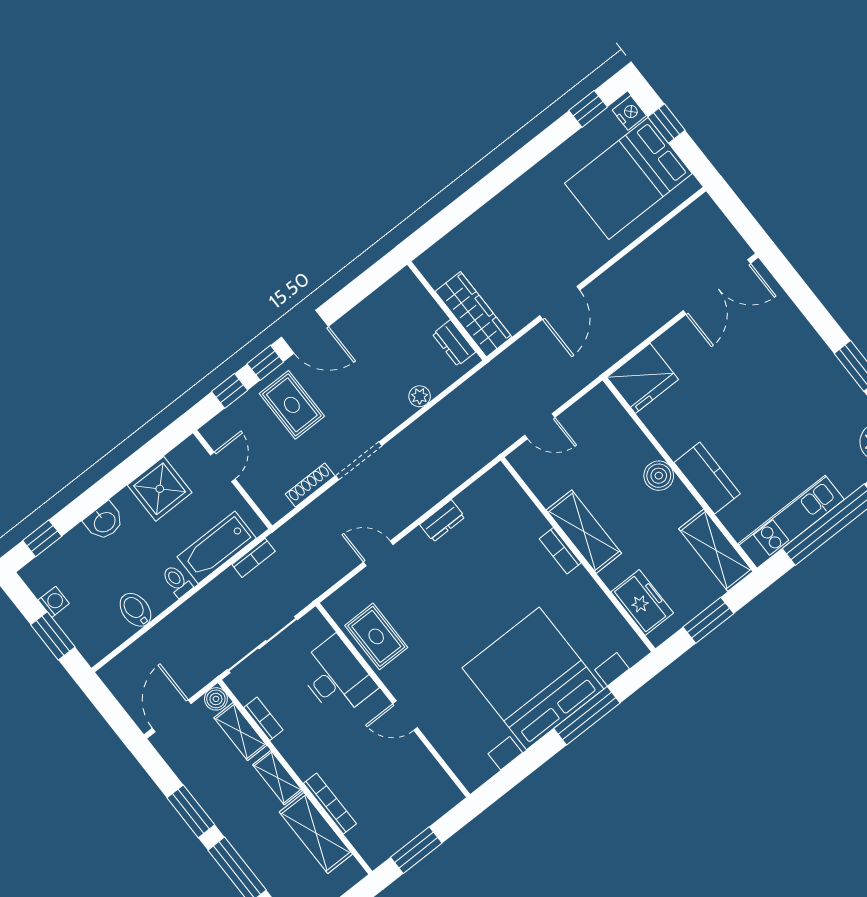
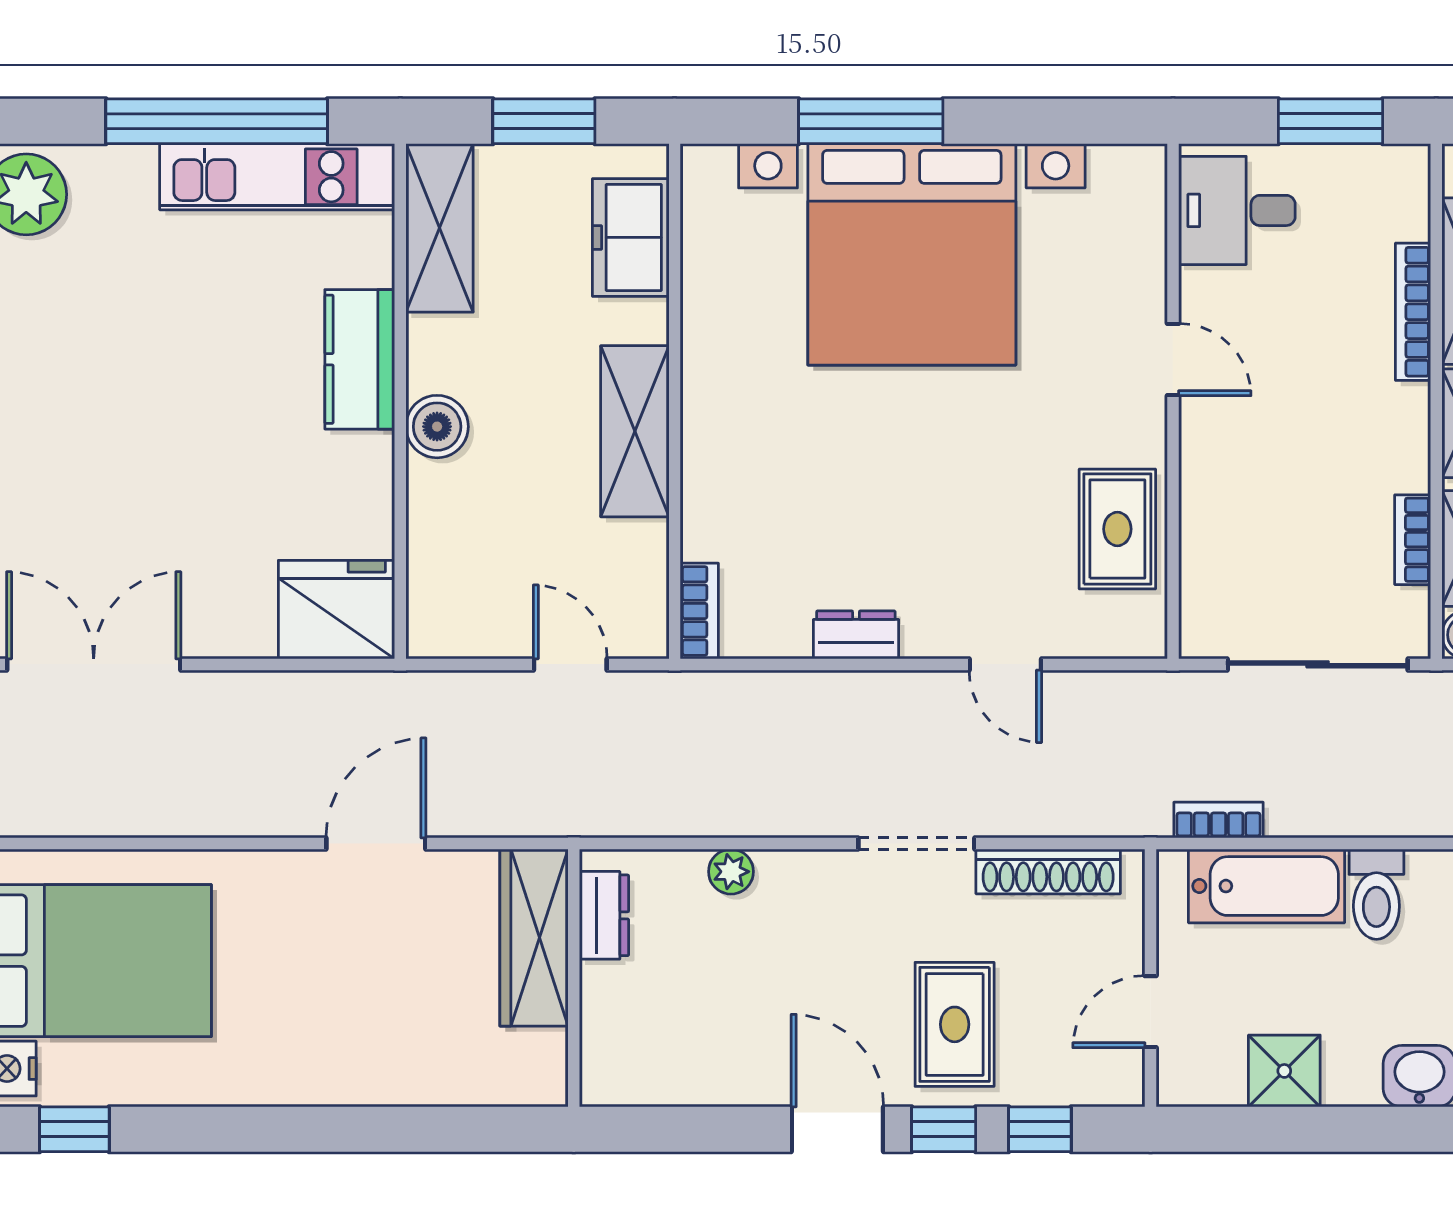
shoe rack: (310, 485) -> (1048, 871), width x1.36, depth x1.24
shower: (160, 489) -> (1284, 1071), width x0.73, depth x0.73
bookcase: (560, 551) -> (699, 611), moved
toilet: (177, 581) -> (1376, 894), width x1.37, depth x1.39
desk: (336, 677) -> (1237, 210), moved, width x0.73

